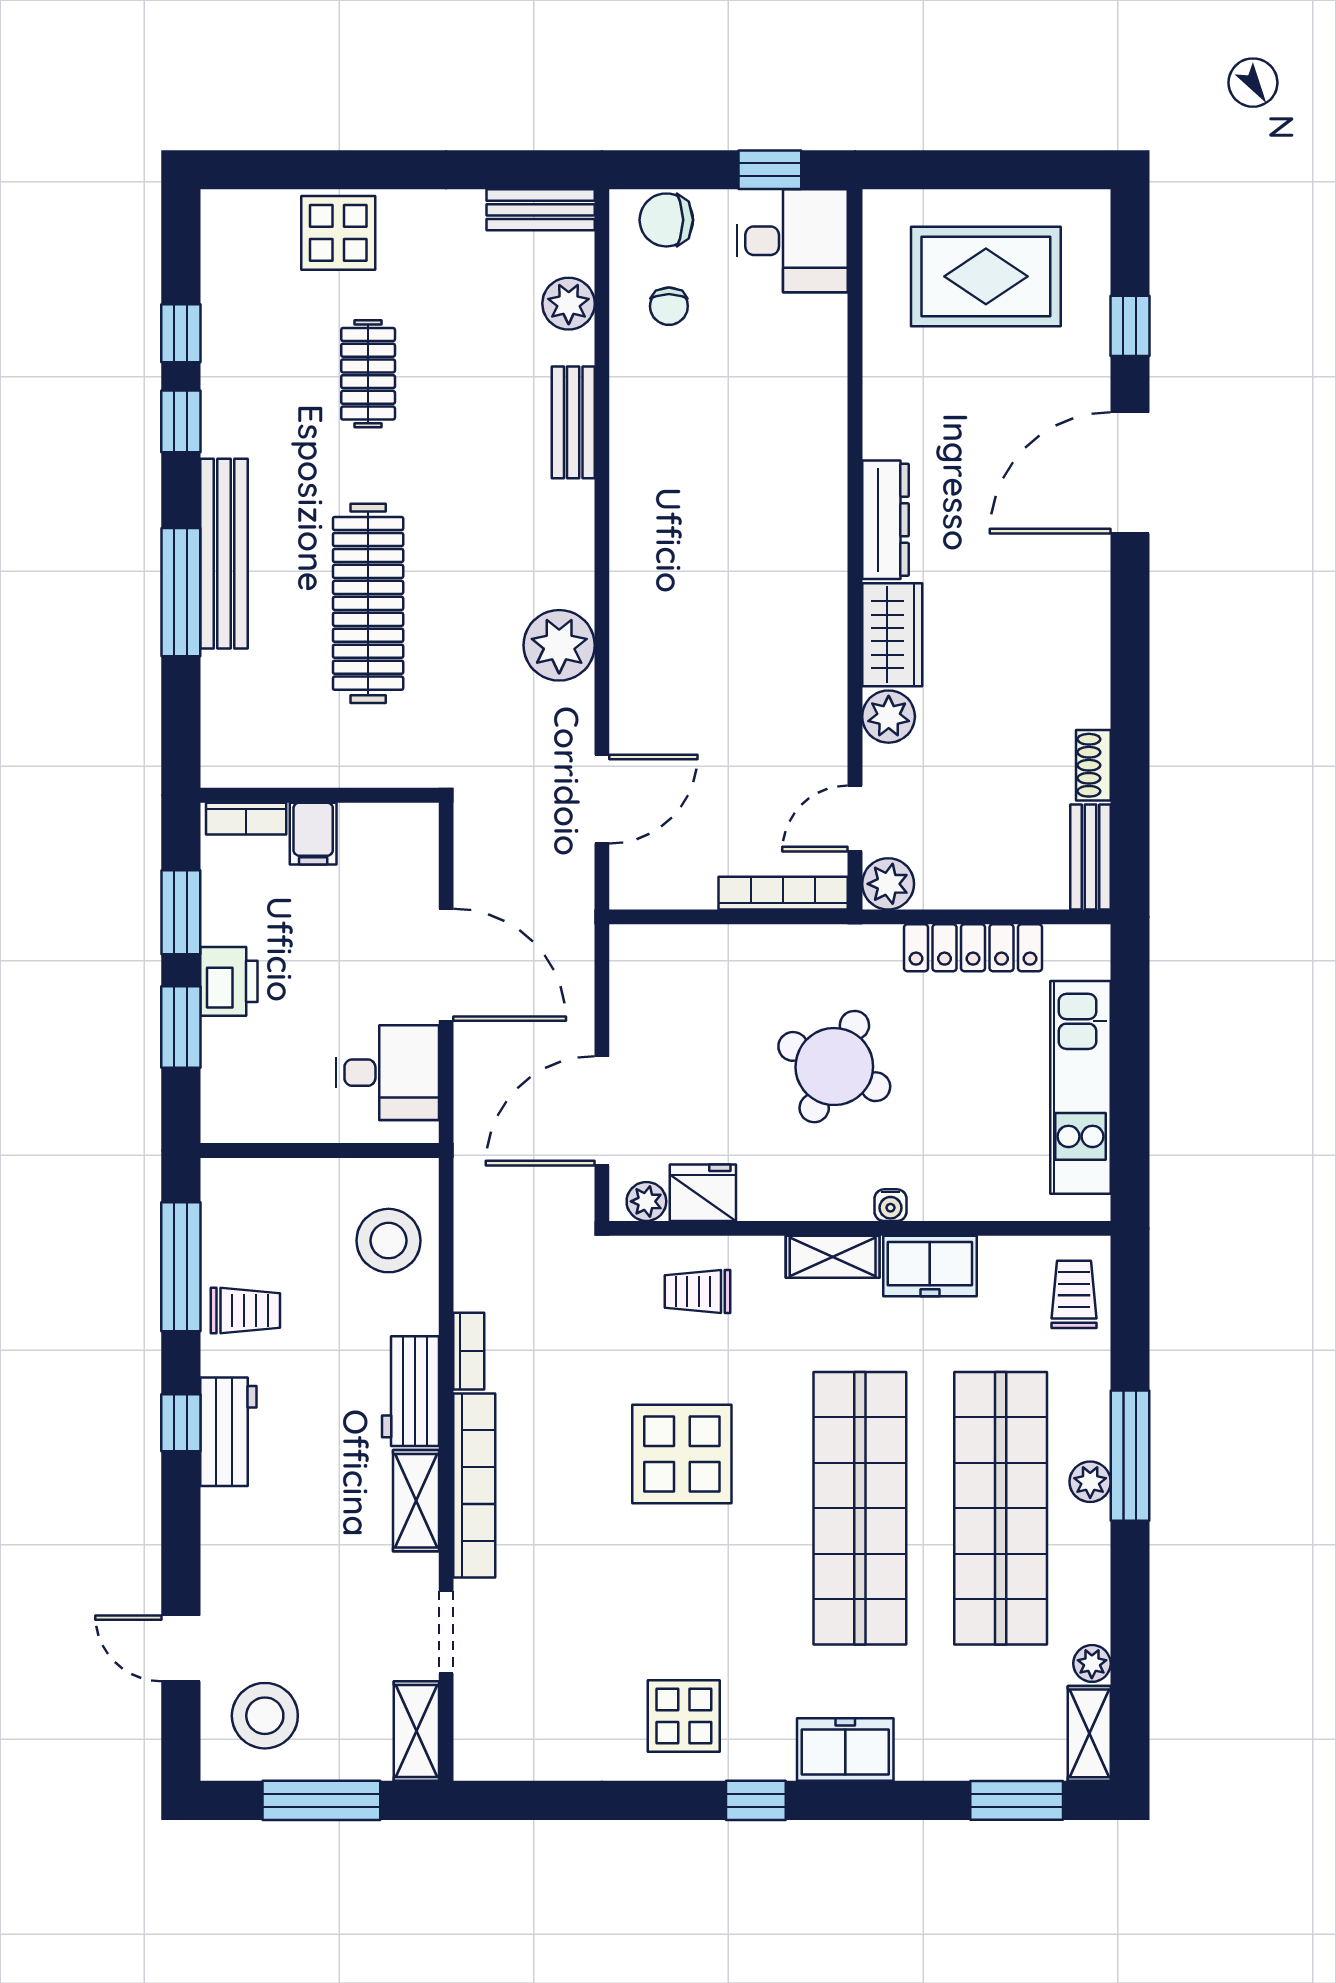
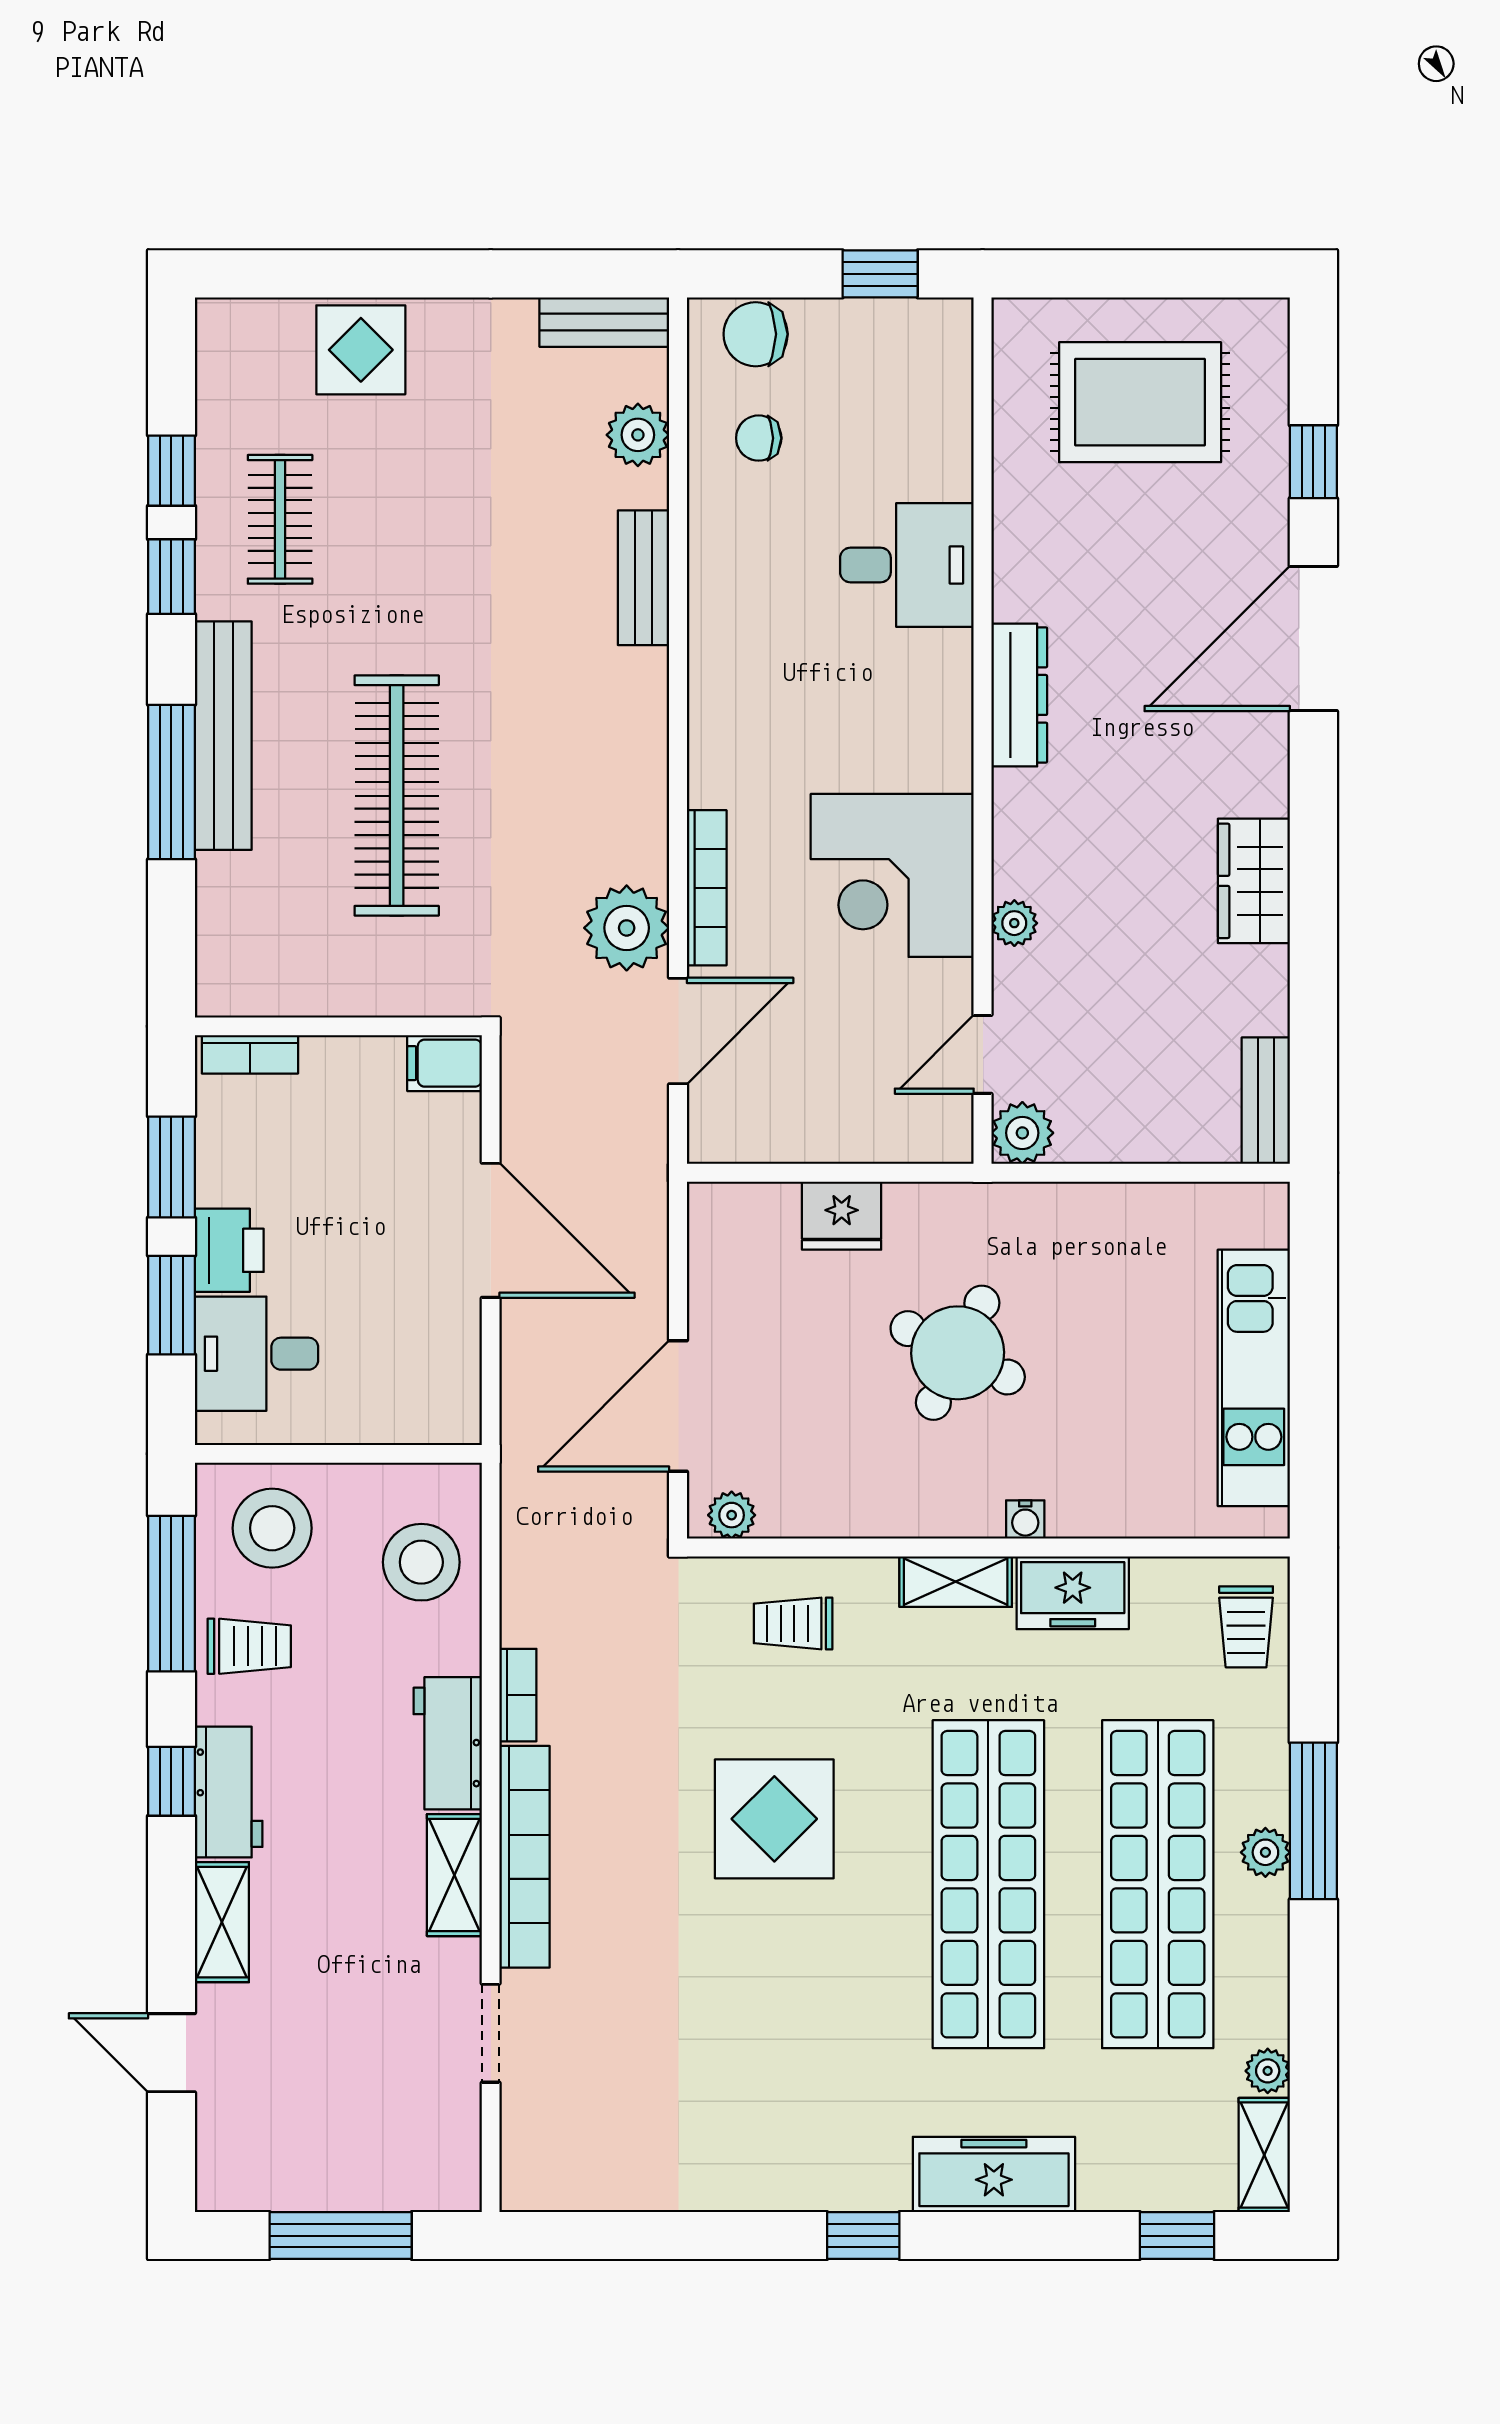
desk: (792, 241) -> (907, 565), moved
chair: (669, 306) -> (759, 438), turned 90
clothes rail: (368, 374) -> (280, 519), moved
wardrobe: (892, 635) -> (1254, 881), moved, turned 180
plant: (559, 645) -> (627, 928), moved
corner desk: (780, 670) -> (892, 875), added
plant: (889, 717) -> (1014, 923), width x0.73, depth x0.73
shoe rack: (1093, 765) -> (1269, 990), removed
filing cabinet: (313, 834) -> (445, 1063), moved, turned 90
bookcase: (783, 893) -> (707, 888), moved, turned 90
locker: (973, 948) -> (1125, 1210), removed
desk: (388, 1073) -> (257, 1354), moved, turned 180
fridge: (703, 1193) -> (842, 1216), moved, turned 180
trolley: (1074, 1294) -> (1246, 1627), turned 180
stool: (265, 1716) -> (272, 1528), moved
display table: (684, 1716) -> (777, 2134), removed
shelving: (416, 1731) -> (222, 1922), moved
freezer: (845, 1750) -> (994, 2174), width x1.40
window: (1017, 1800) -> (1177, 2236), width x0.67

